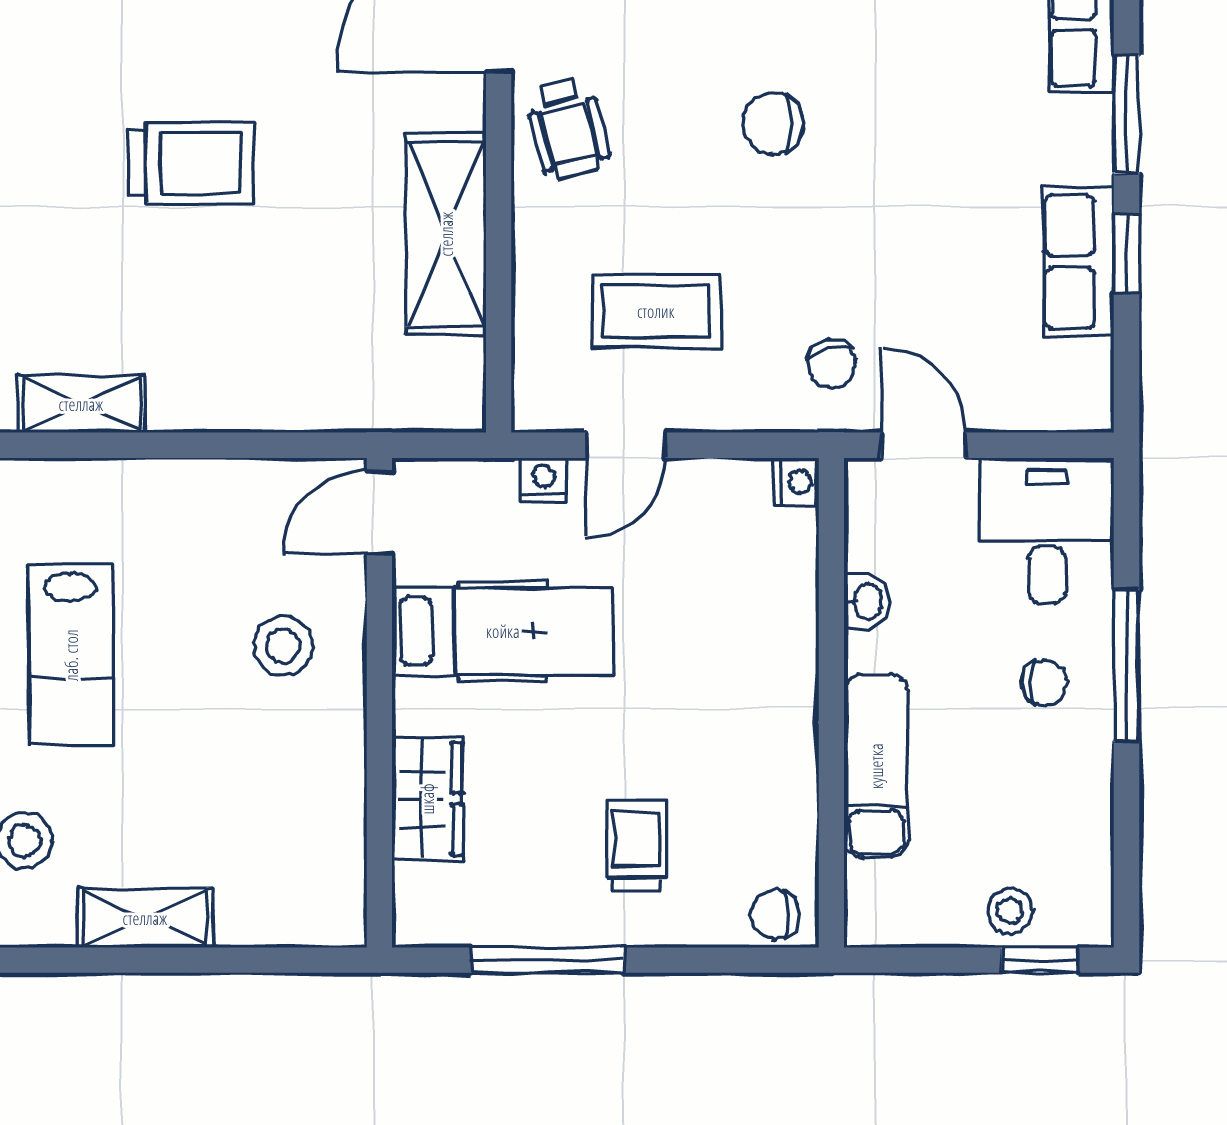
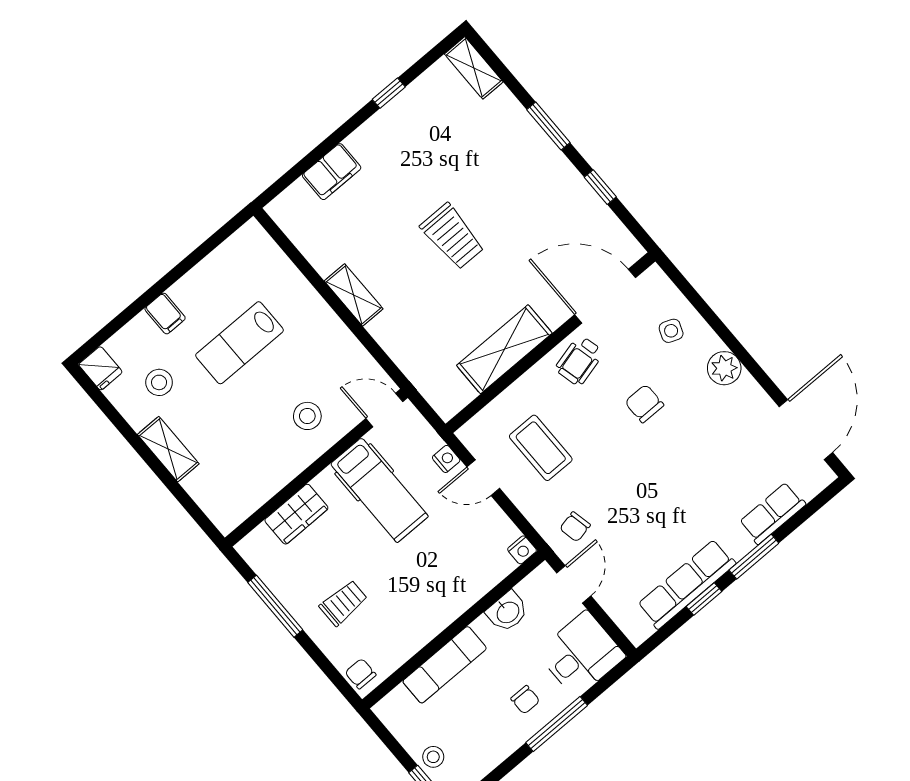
chair: (773, 124) -> (644, 404), moved
row of seats: (1078, 262) -> (687, 584), width x1.48
shelving: (81, 404) -> (354, 295), moved
washbasin: (866, 601) -> (507, 612), width x1.38, depth x1.45

